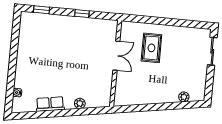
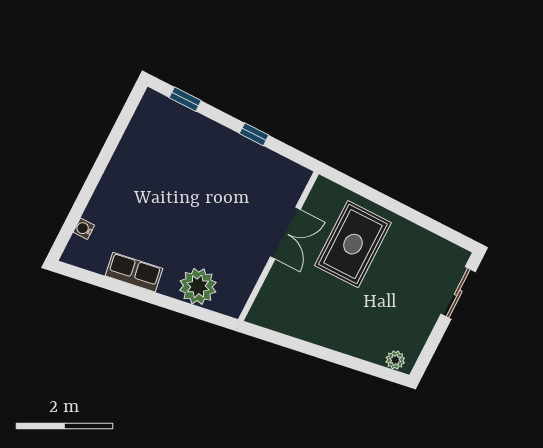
rug: (151, 48) -> (353, 244), width x1.36, depth x1.43
plant: (184, 97) -> (395, 360), moved
plant: (80, 103) -> (198, 286), width x1.88, depth x1.88

